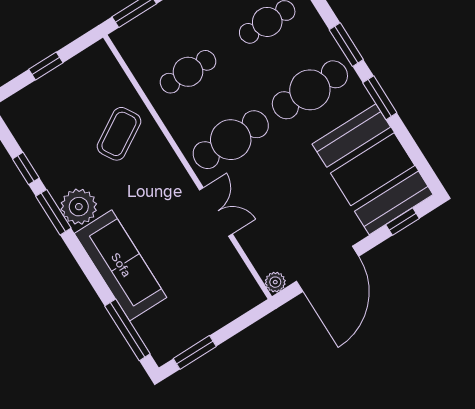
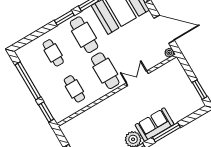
coffee table: (119, 134) -> (101, 120), removed
sofa: (121, 265) -> (155, 125), width x0.73
window: (127, 330) -> (166, 132), moved

